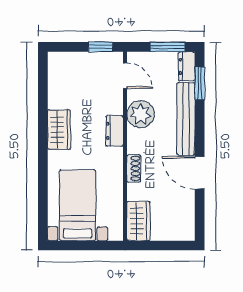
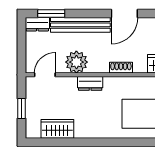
window: (101, 47) -> (21, 109), moved
window: (168, 47) -> (21, 40), removed
wardrobe: (59, 130) -> (57, 129), moved

